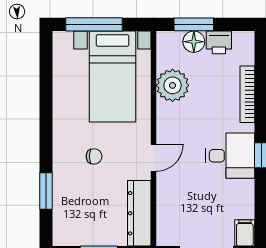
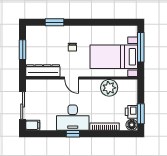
window: (194, 24) -> (141, 114), moved
floor lamp: (194, 42) -> (132, 125), moved
desk: (230, 156) -> (73, 118), width x1.37

